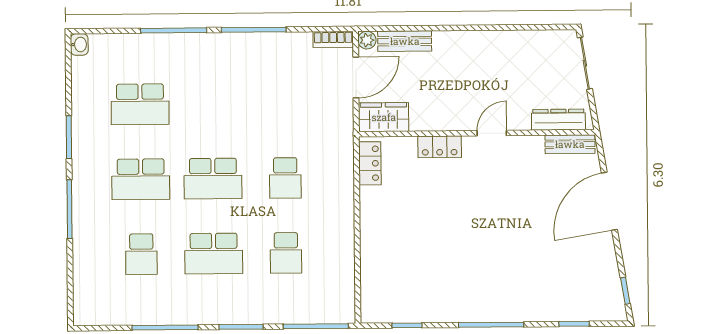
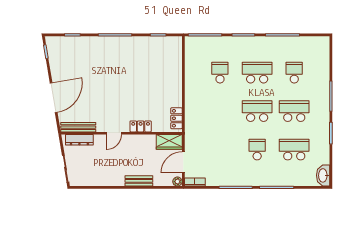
bench: (405, 41) -> (139, 181), moved
washbasin: (79, 44) -> (323, 175), width x1.91, depth x1.45
bench: (570, 144) -> (78, 127), width x1.36
school desk: (285, 178) -> (257, 150), moved

